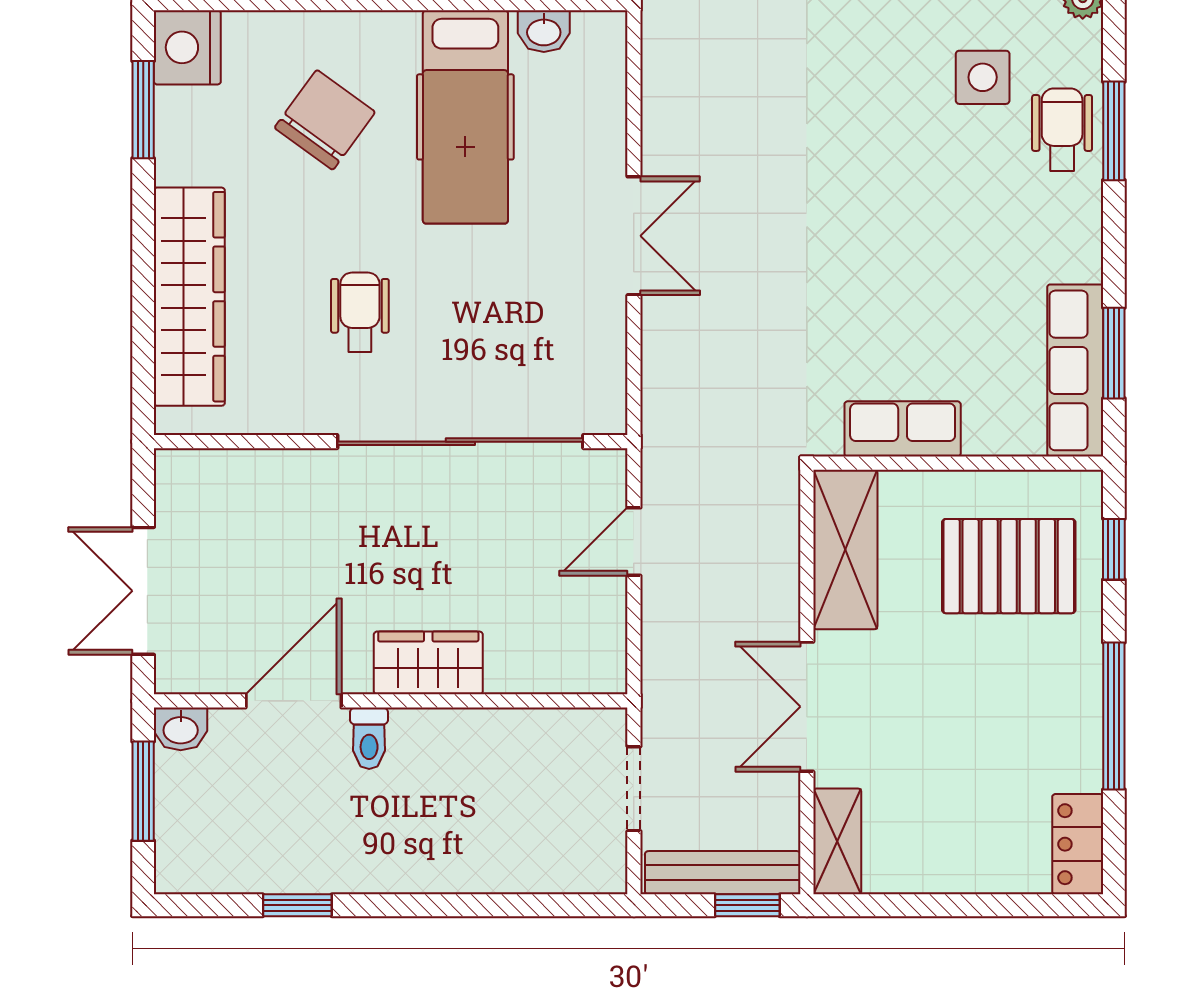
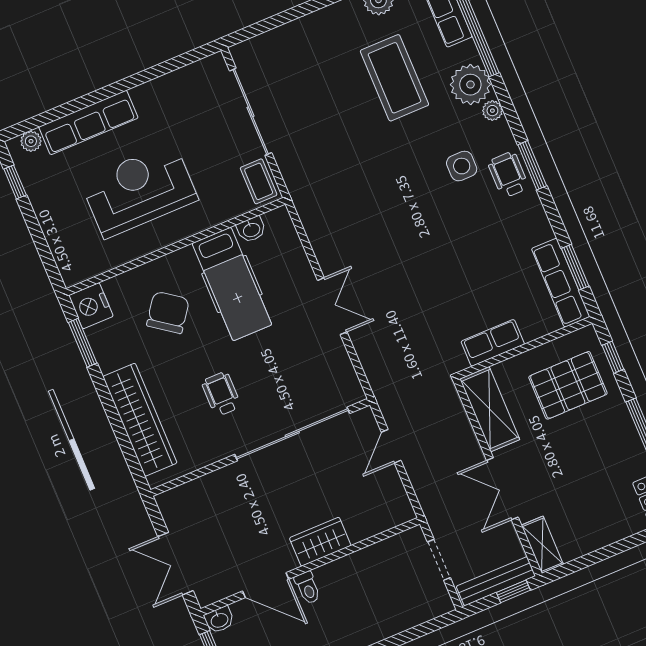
door: (294, 701) -> (266, 585), swing flipped

